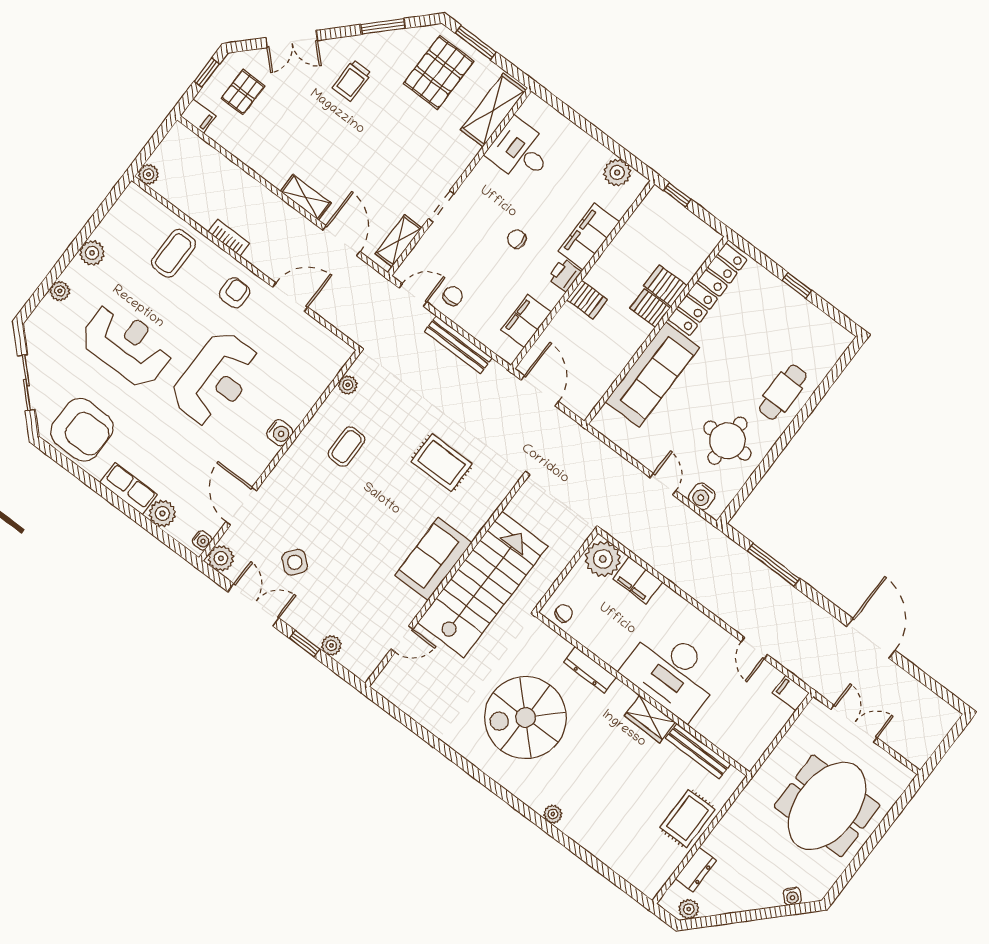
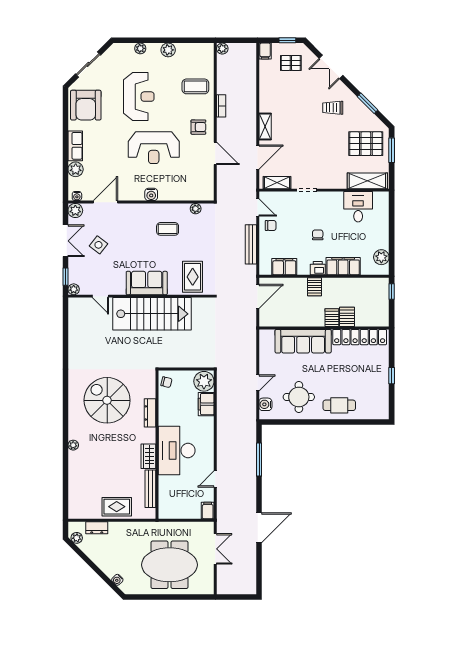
sofa: (433, 559) -> (147, 283), moved
wall: (446, 581) -> (141, 296), moved
stairs: (483, 584) -> (152, 314), moved
door: (402, 639) -> (100, 296), moved

